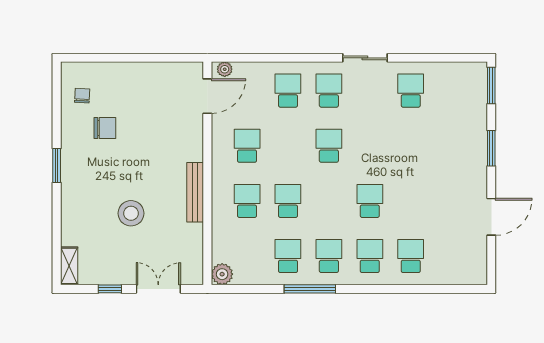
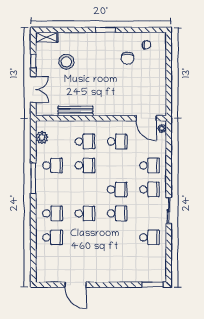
window: (491, 148) -> (116, 285), removed
bench: (195, 192) -> (75, 111), moved
stool: (131, 213) -> (66, 62), moved
school desk: (329, 256) -> (117, 213), moved
plant: (222, 274) -> (42, 137), moved

